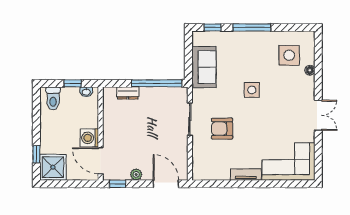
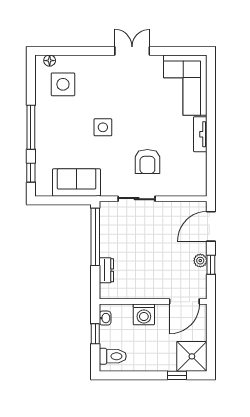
floor lamp: (310, 70) -> (50, 61), moved
washing machine: (89, 138) -> (144, 314), moved
window: (118, 184) -> (211, 265), moved

